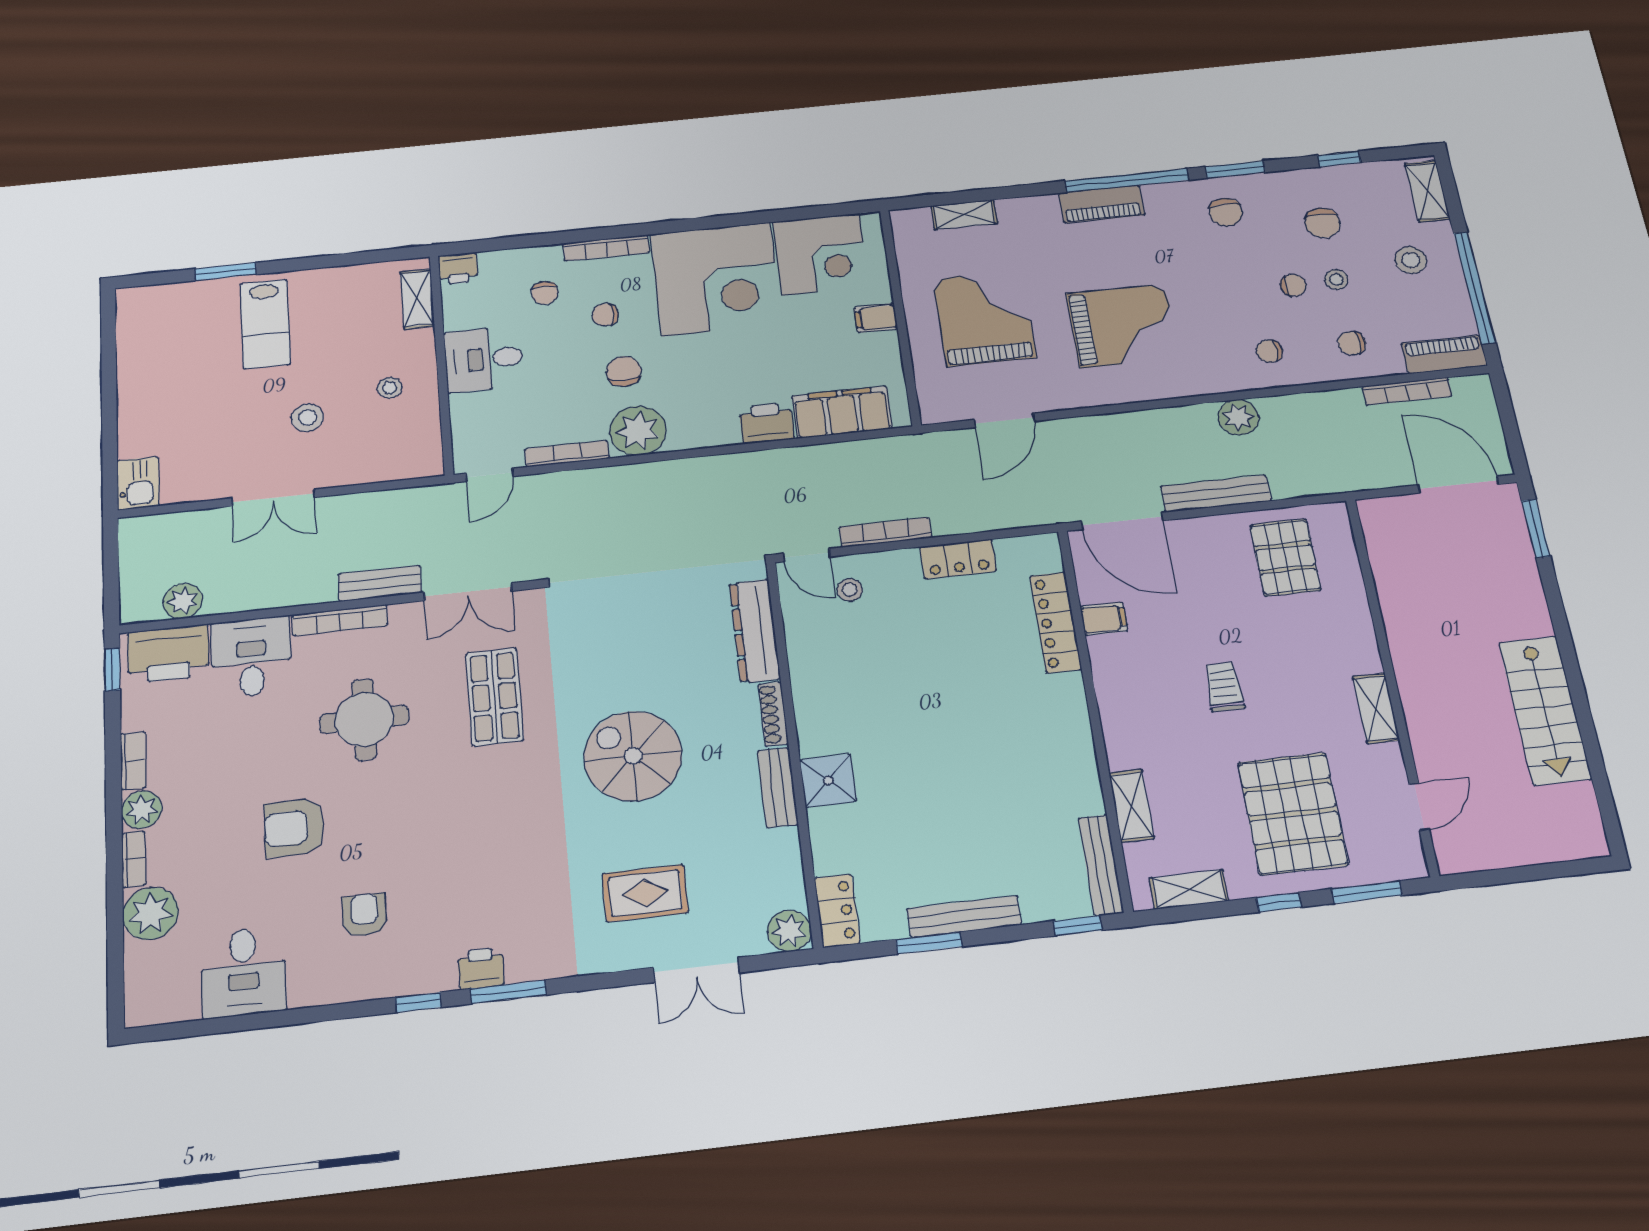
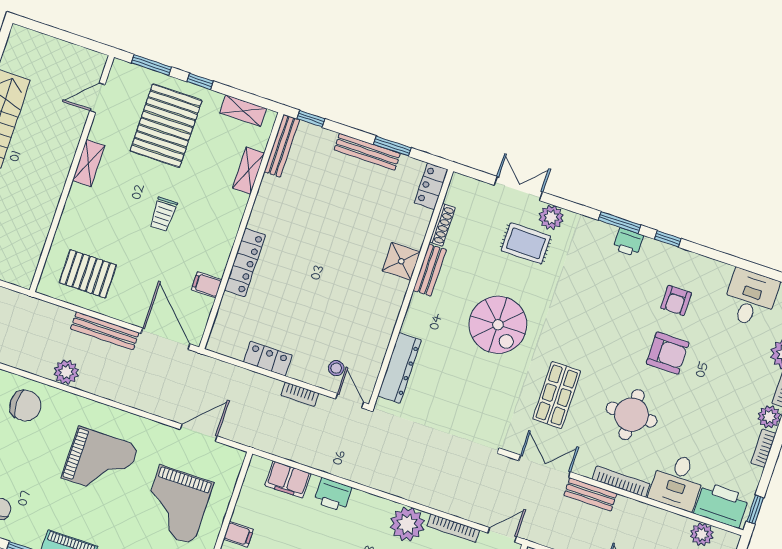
grand piano: (1123, 326) -> (100, 462), turned 180
chair: (1269, 351) -> (25, 406), width x1.87, depth x1.87
filing cabinet: (842, 412) -> (288, 479), width x0.67, depth x0.86
bookcase: (885, 532) -> (300, 394), width x0.64
pallet: (1285, 557) -> (88, 274), turned 90
locker: (1056, 622) -> (245, 262), moved
shoe rack: (773, 714) -> (442, 225), moved
armchair: (294, 828) -> (668, 353), moved
plant: (789, 931) -> (551, 217), moved

